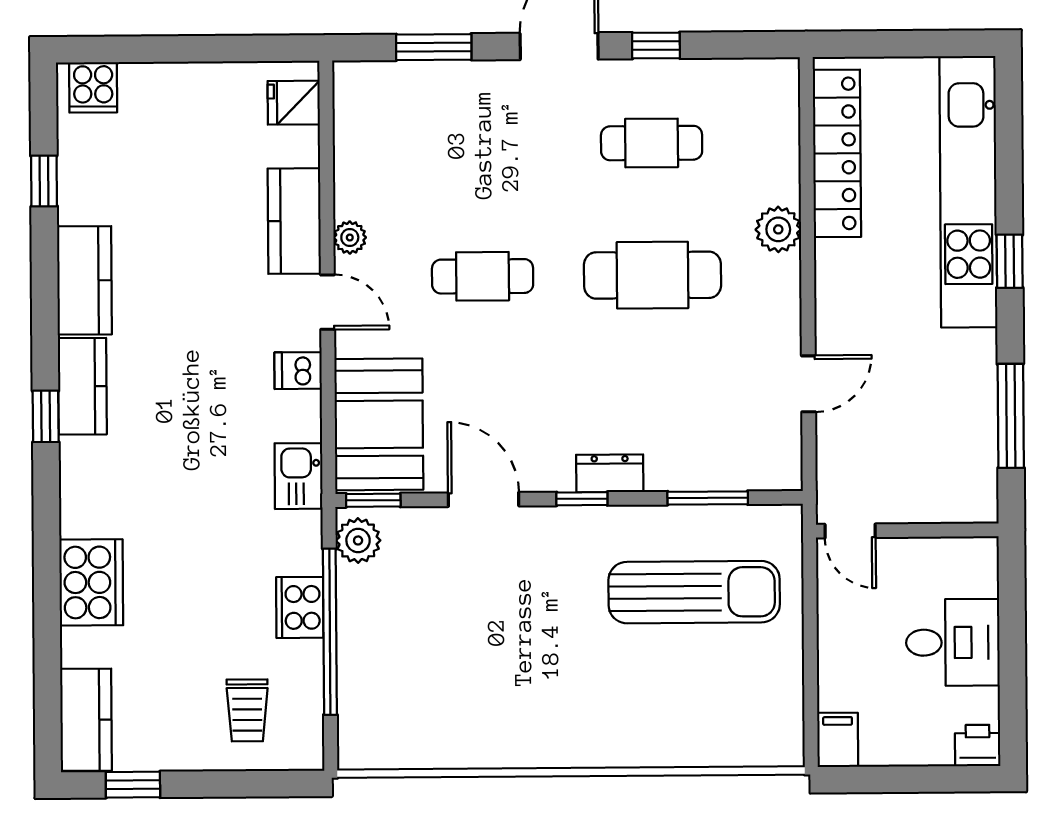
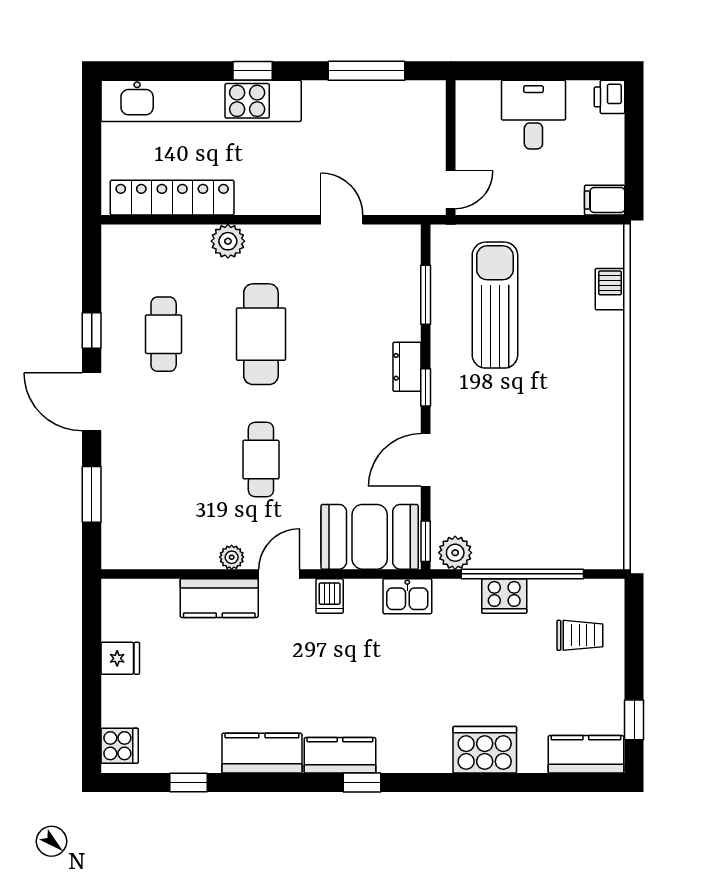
fridge: (294, 103) -> (120, 658), moved, turned -90
barbecue: (717, 748) -> (610, 289), added

